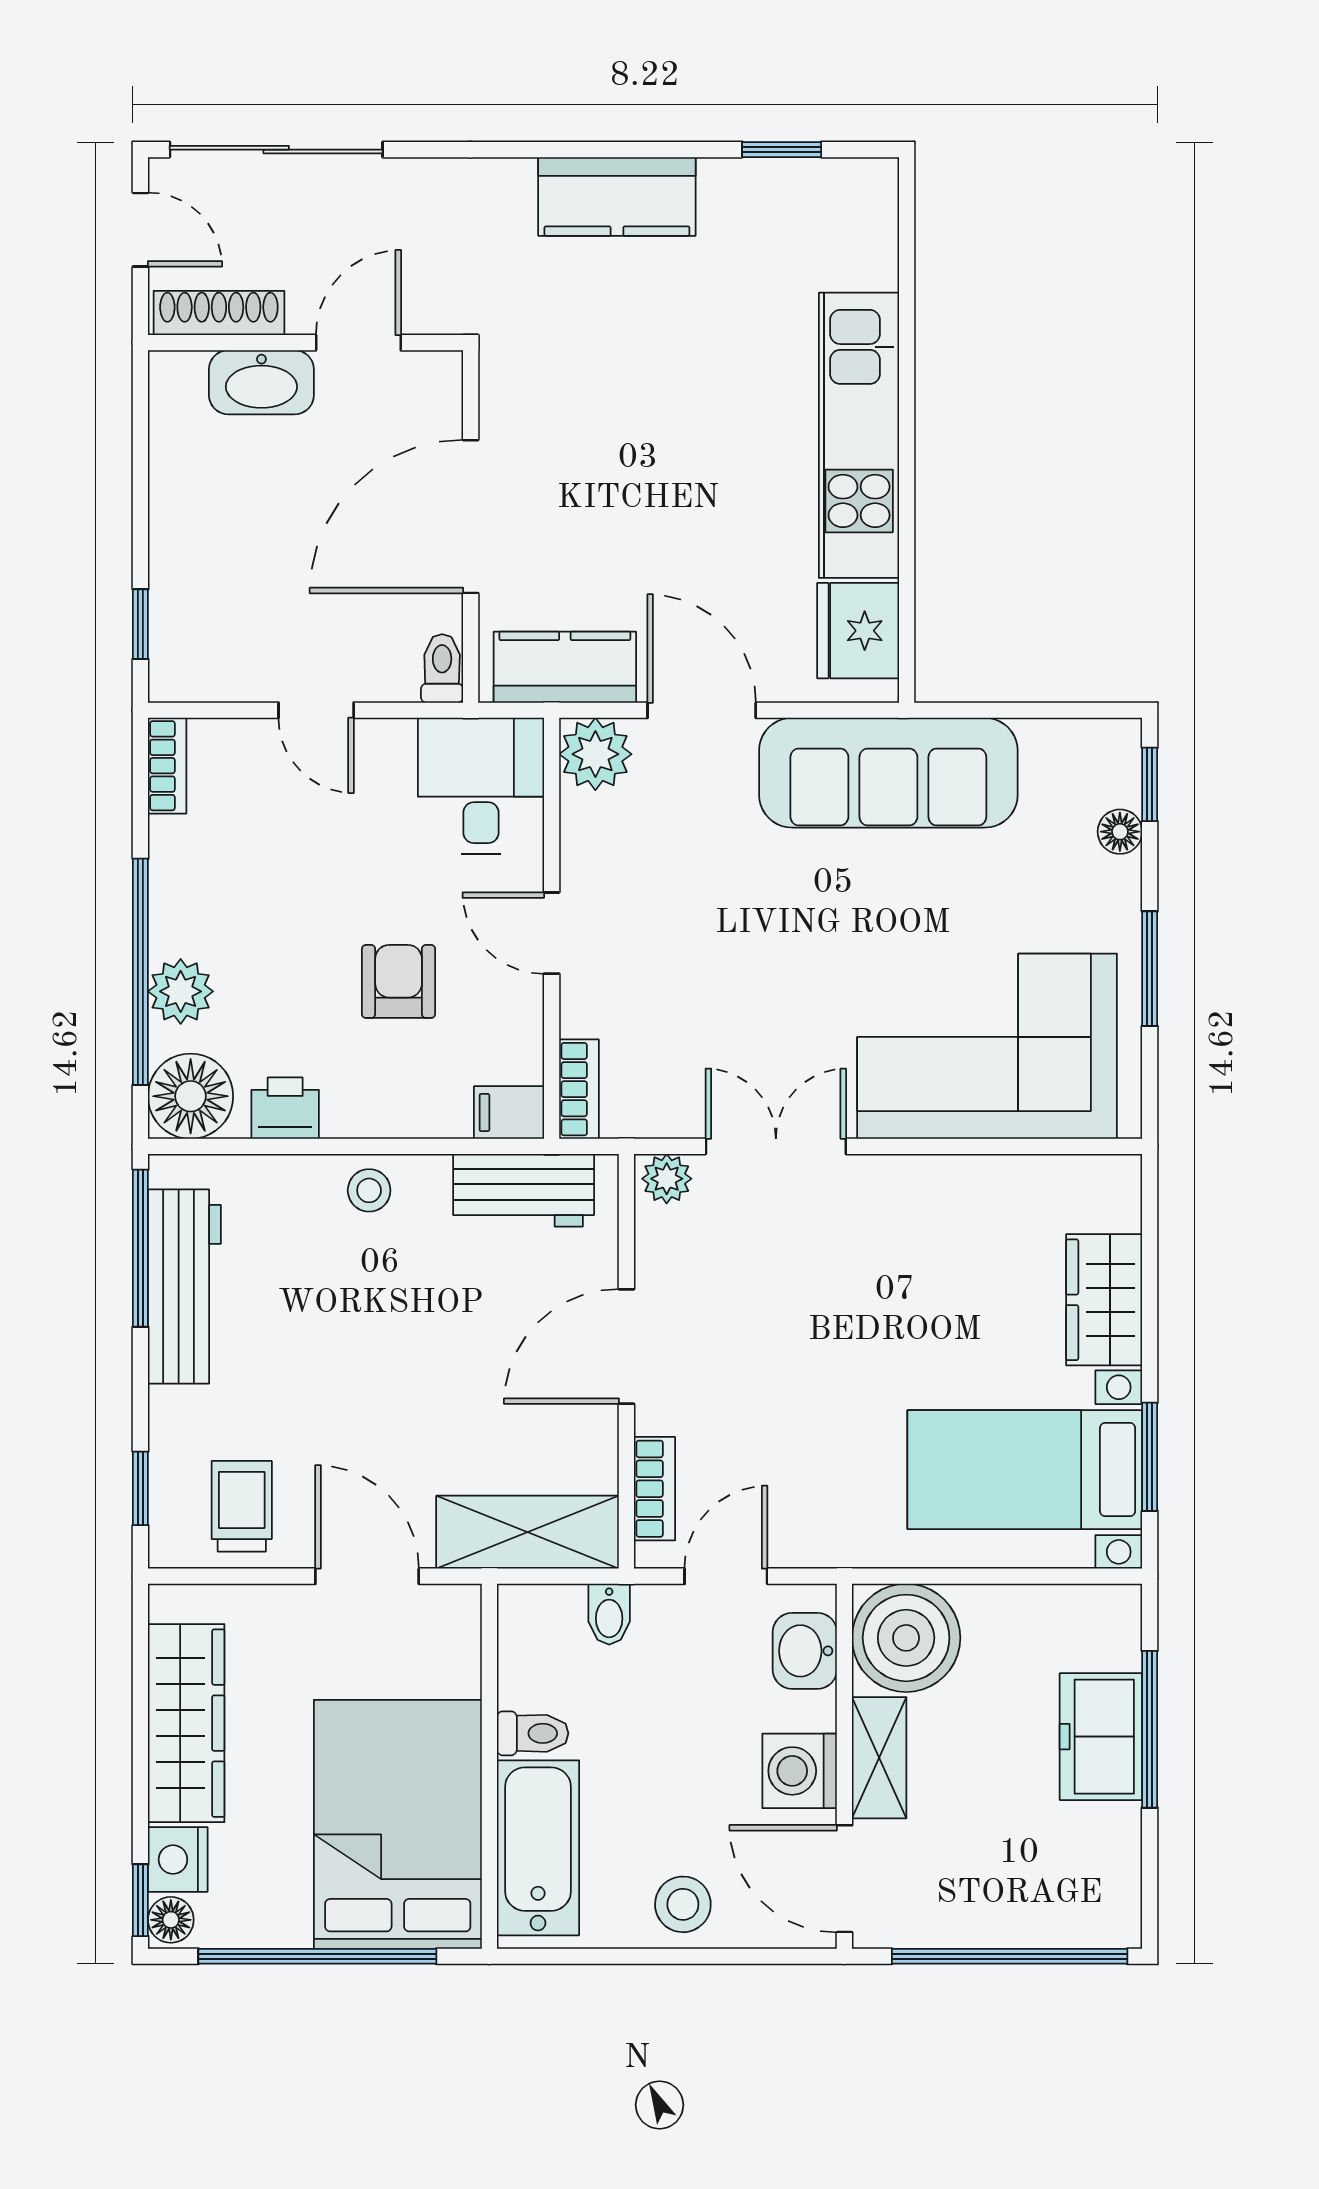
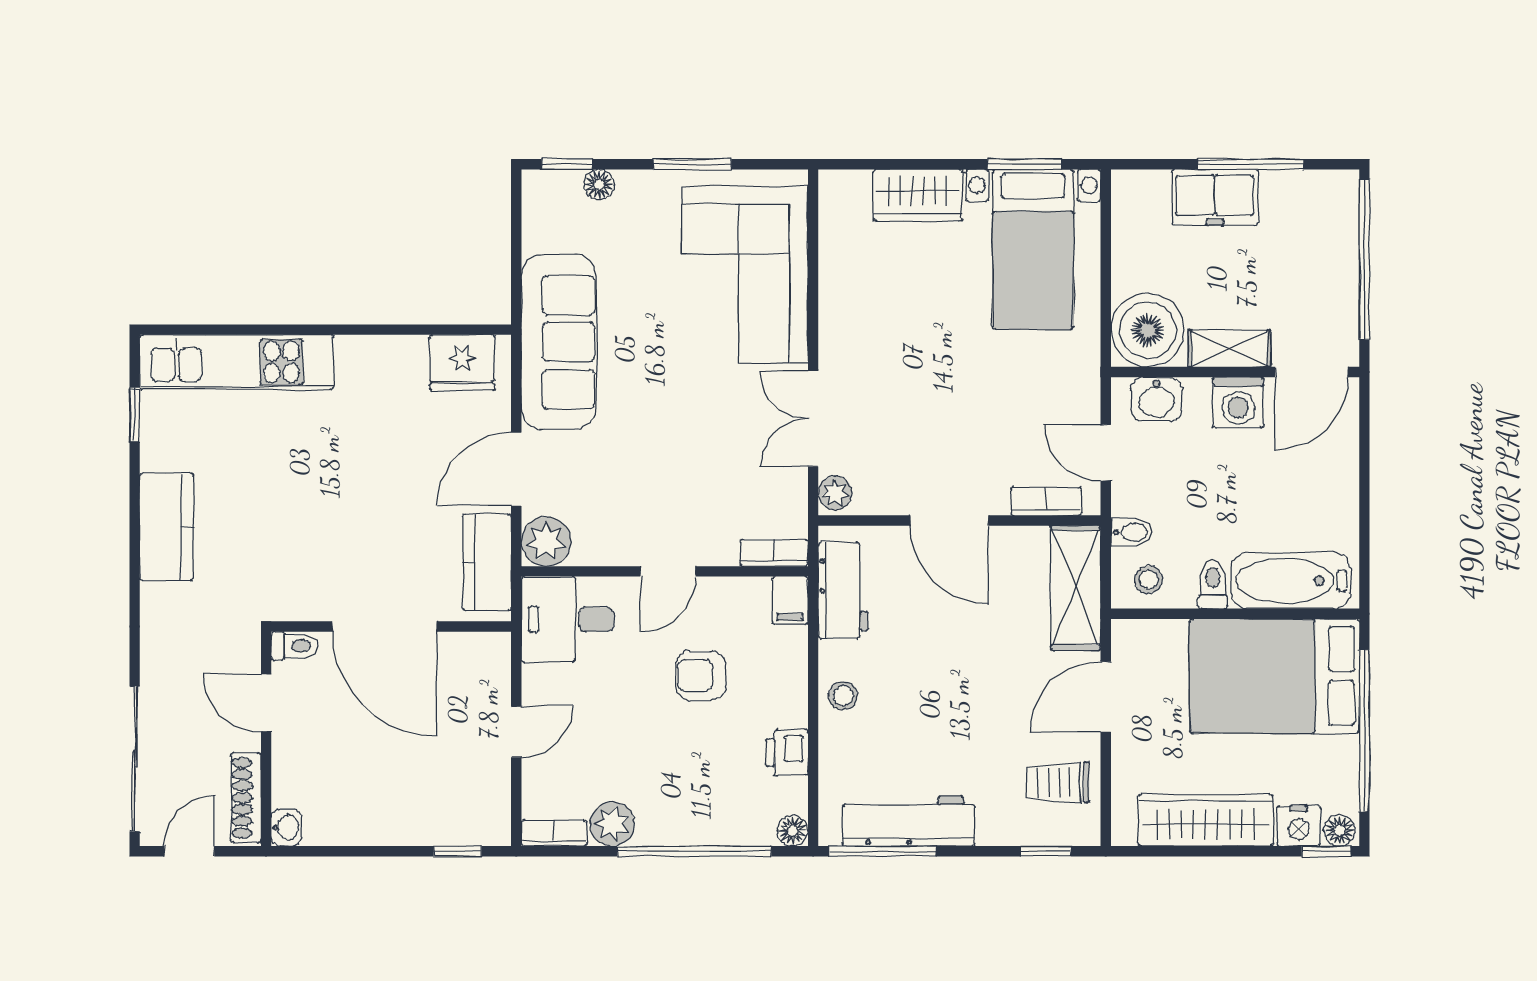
washbasin: (261, 382) -> (286, 828), moved, width x0.52, depth x0.69
kitchen unit: (859, 435) -> (237, 362), moved
toilet: (442, 668) -> (295, 646), moved, turned 180
plant: (181, 991) -> (612, 824), moved
floor lamp: (191, 1096) -> (793, 831), width x0.53, depth x0.53
window: (1150, 1729) -> (1251, 164), moved
stool: (683, 1904) -> (1149, 580), moved, width x0.73, depth x0.73

